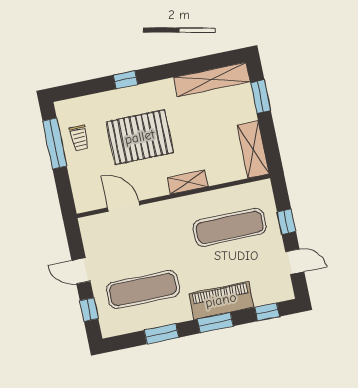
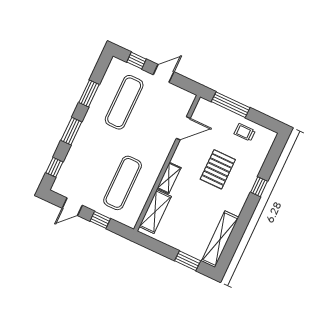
pallet: (140, 137) -> (218, 169), width x0.73, depth x0.71
window: (55, 144) -> (231, 105), moved
shelving: (253, 150) -> (155, 211), moved, turned 90
piano: (221, 300) -> (82, 145), removed

